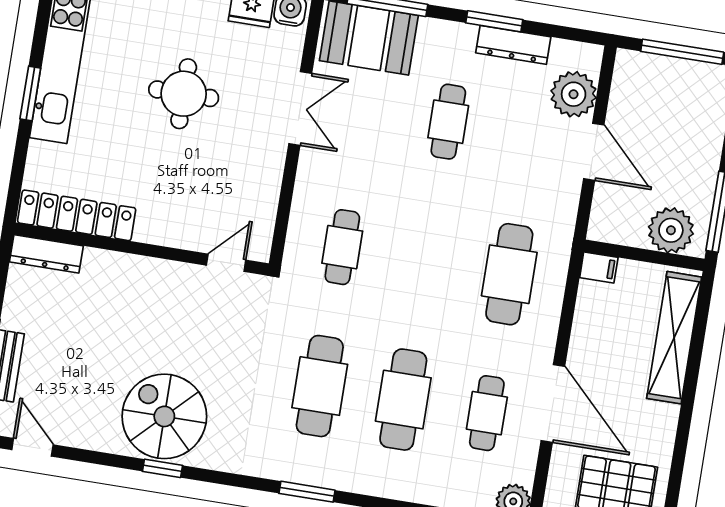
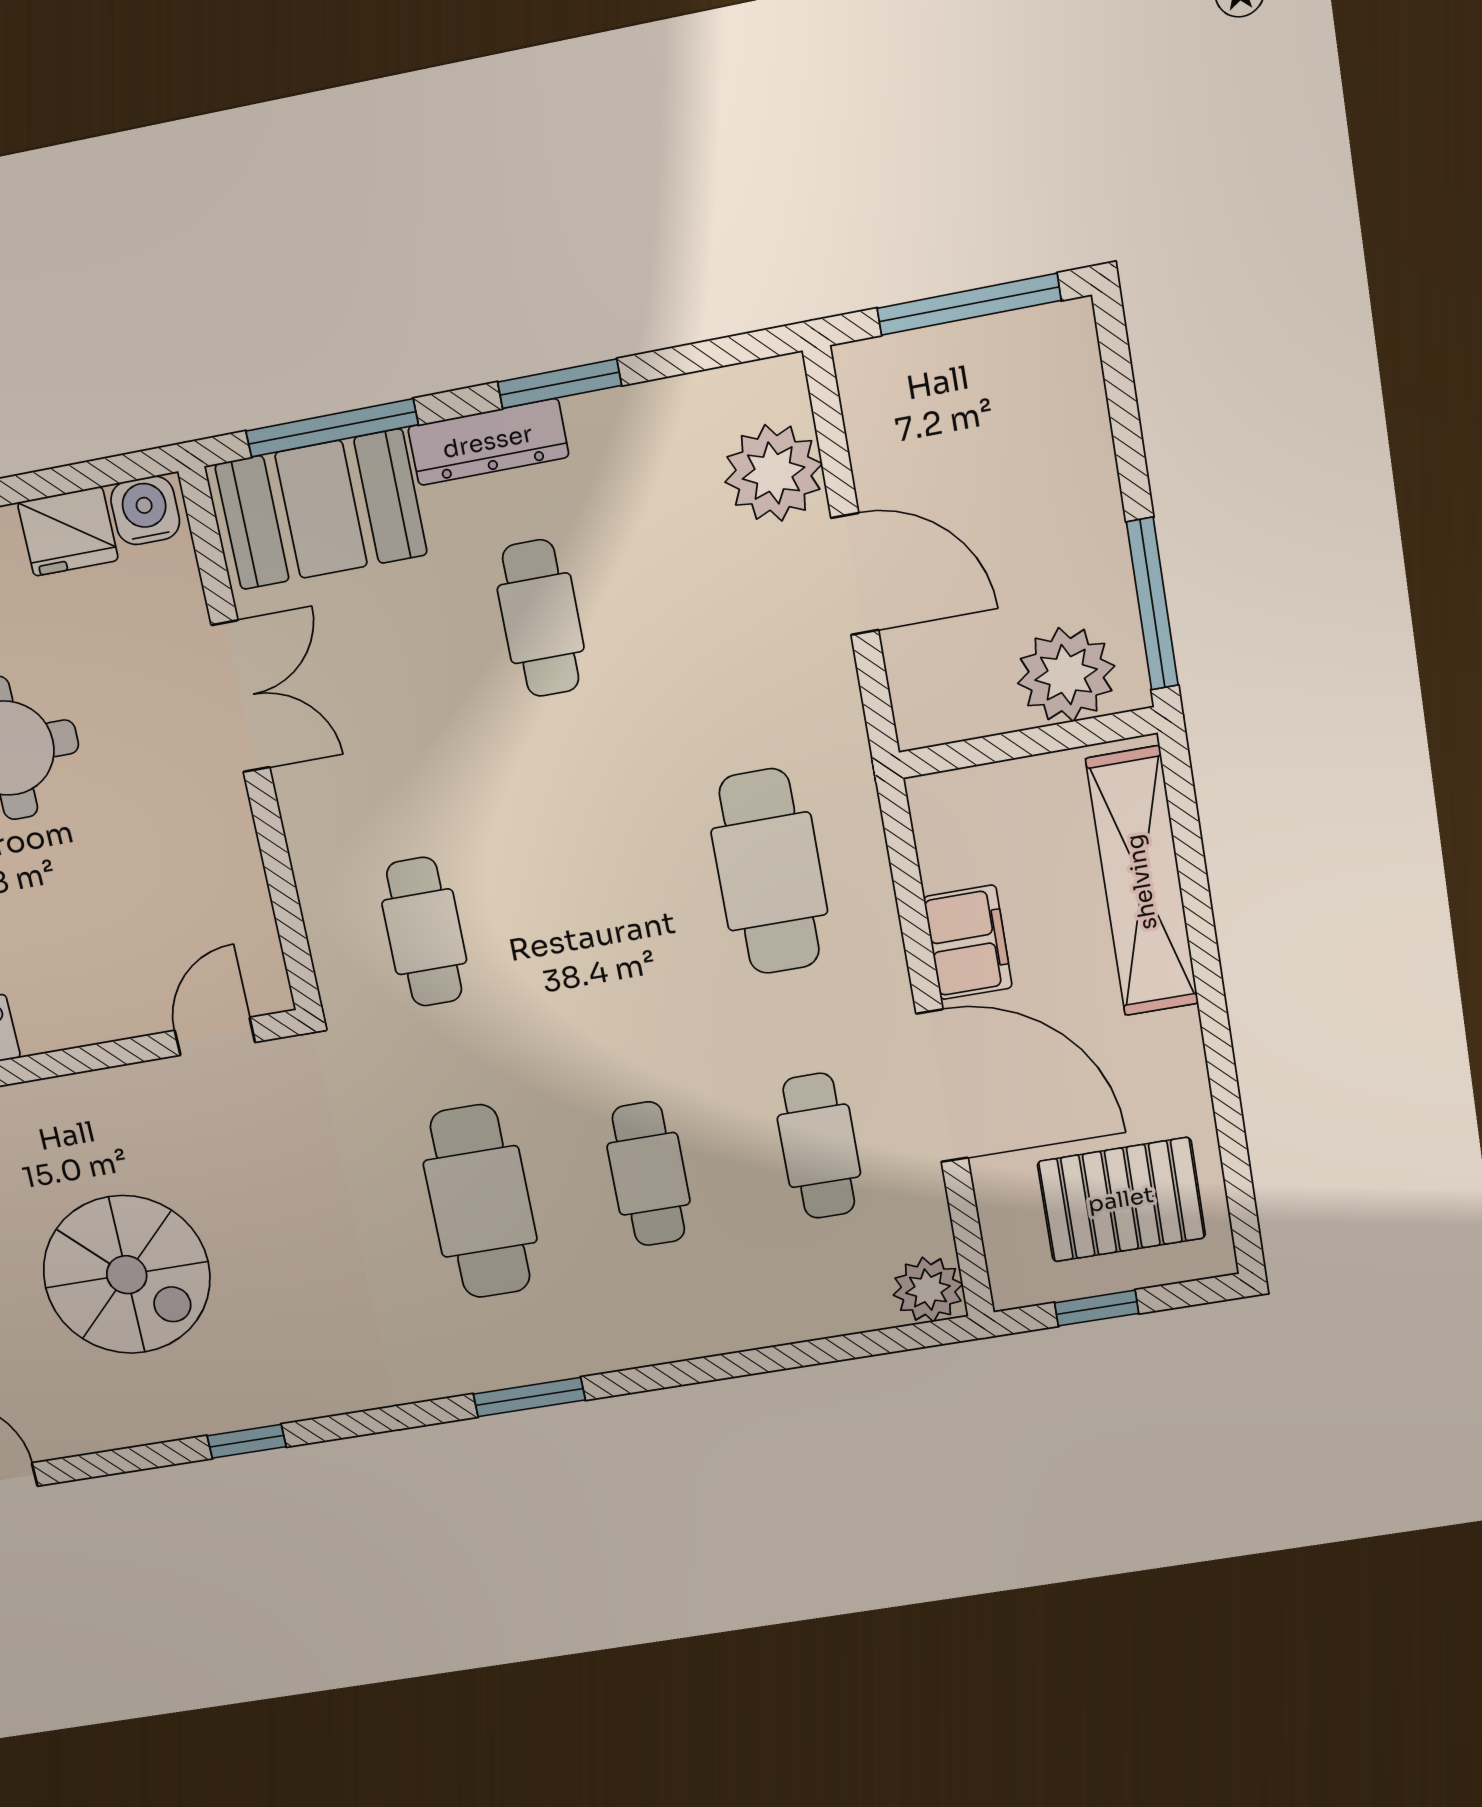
dresser: (513, 45) -> (488, 442), moved
filing cabinet: (599, 267) -> (968, 942), moved, width x2.00
cafe table: (403, 400) -> (649, 1174), width x0.73, depth x0.74
spiral stairs: (164, 416) -> (127, 1275), moved, turned 180

